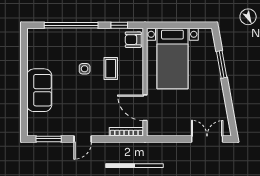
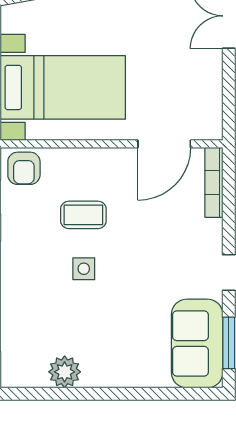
plant: (35, 59) -> (65, 372), added
sofa: (39, 90) -> (197, 343), moved, turned -90

